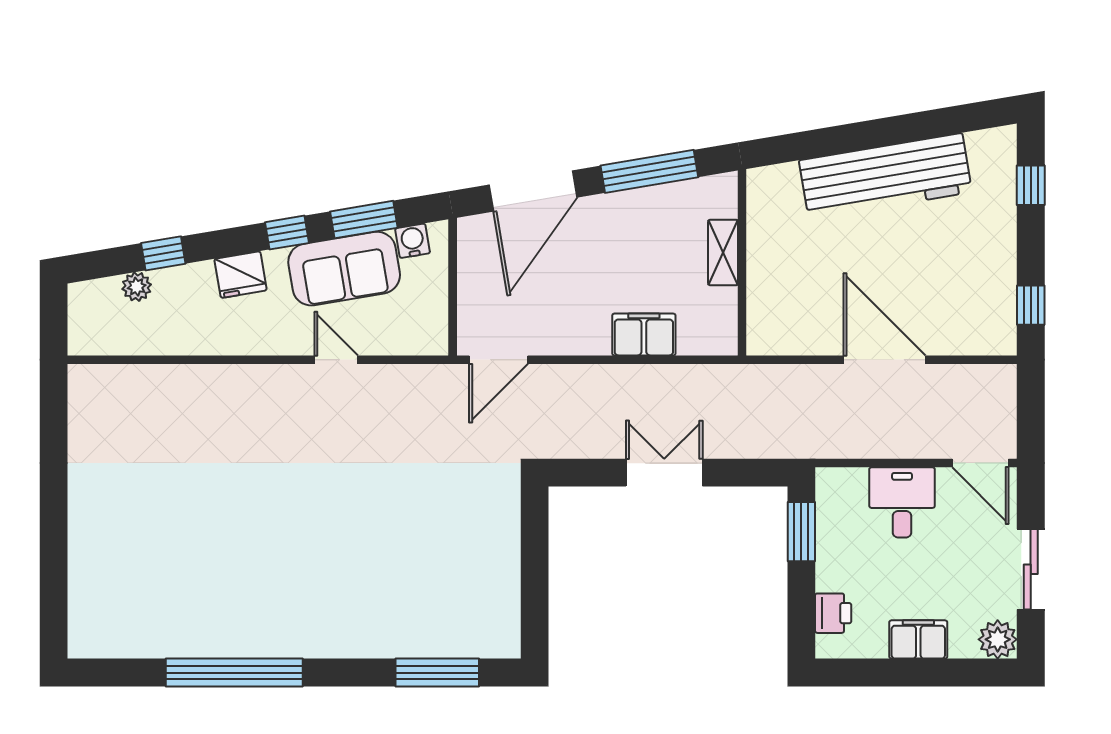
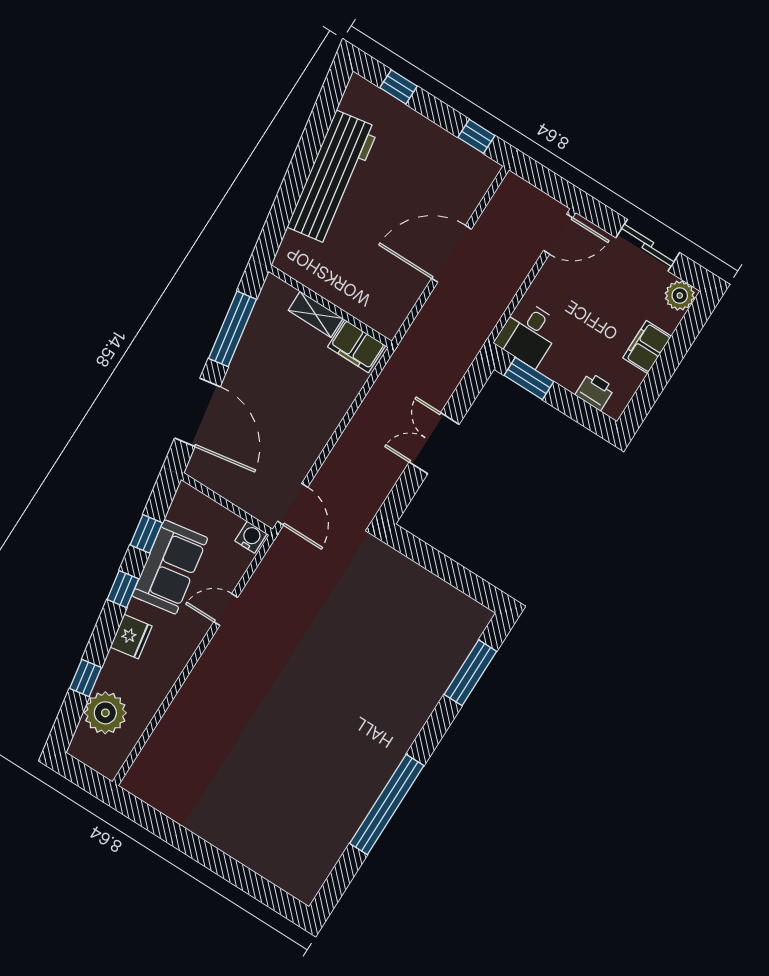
window: (364, 220) -> (146, 534), width x0.67
water cooler: (413, 241) -> (251, 537), moved, turned 100
plant: (137, 287) -> (105, 713), width x1.87, depth x1.87
filing cabinet: (644, 334) -> (357, 346), moved, turned -90
desk: (902, 502) -> (528, 334), moved, turned -90

